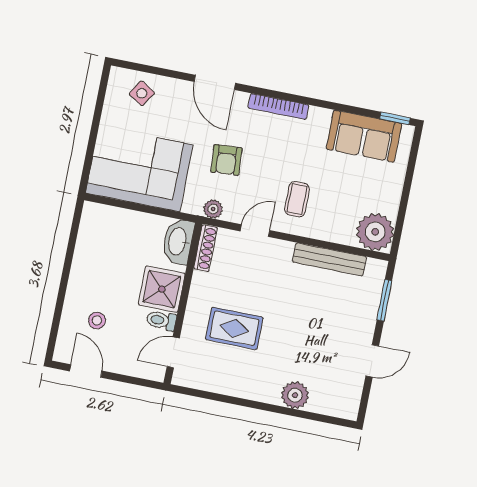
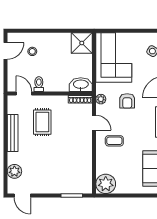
armchair: (226, 160) -> (127, 101), turned -86
bench: (329, 259) -> (13, 133), moved
shower: (162, 289) -> (82, 43), moved
door: (372, 361) -> (22, 196), moved
plant: (295, 395) -> (14, 171), moved

